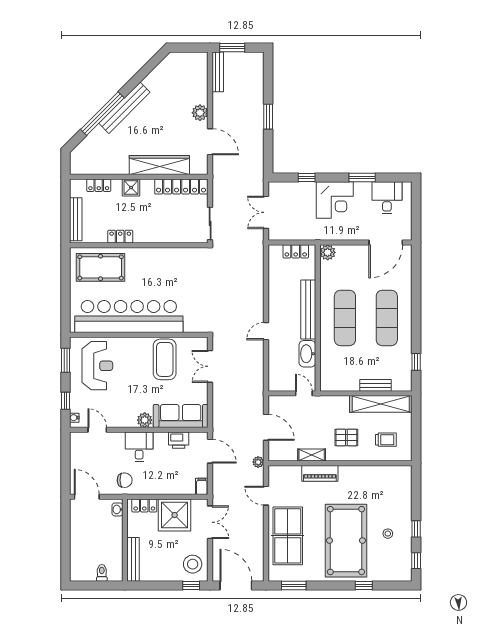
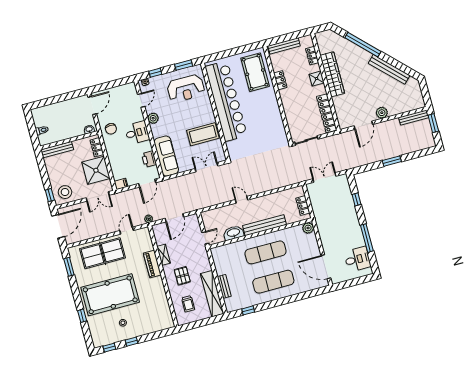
bench: (124, 108) -> (389, 69), moved
wardrobe: (159, 165) -> (332, 74), moved
window: (362, 178) -> (367, 238), width x1.44
corner desk: (335, 200) -> (346, 223), removed
plant: (145, 420) -> (153, 118), moved

